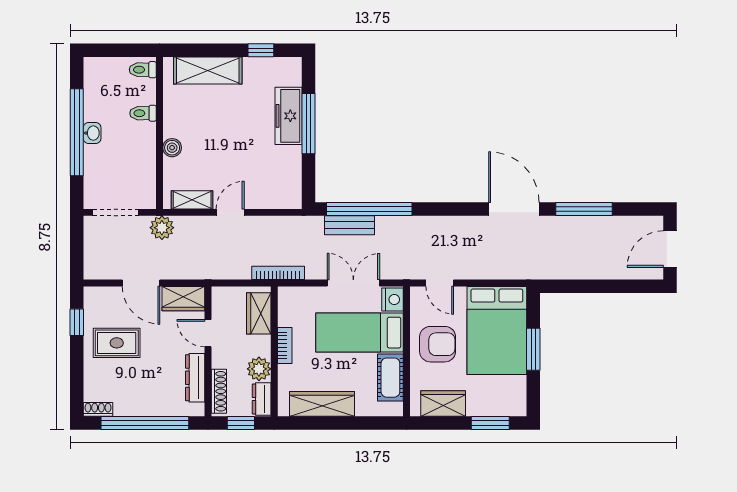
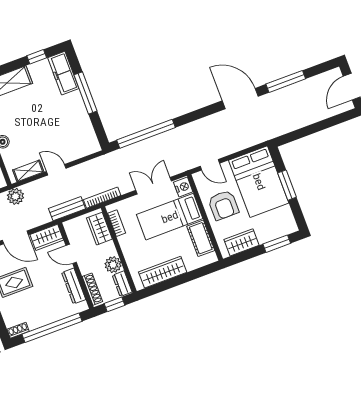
freezer: (288, 116) -> (63, 73), moved
door: (230, 212) -> (56, 170), hinge flipped
bench: (349, 225) -> (67, 209), moved
armchair: (438, 344) -> (223, 205), turned 90
bookcase: (285, 345) -> (117, 223), moved

